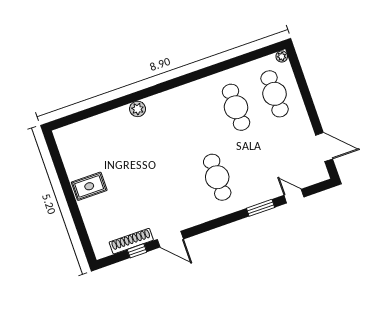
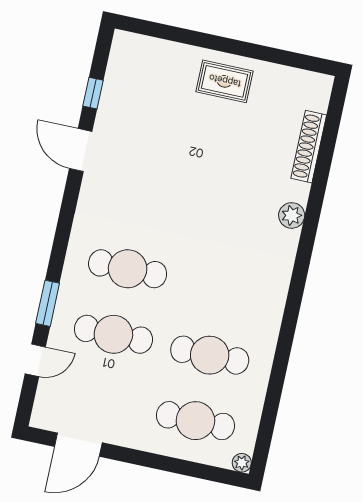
cafe table: (256, 164) -> (113, 334), added
rug: (89, 186) -> (225, 81), turned 90
door: (170, 239) -> (81, 150), hinge flipped
shoe rack: (131, 241) -> (309, 147), moved, turned 180

